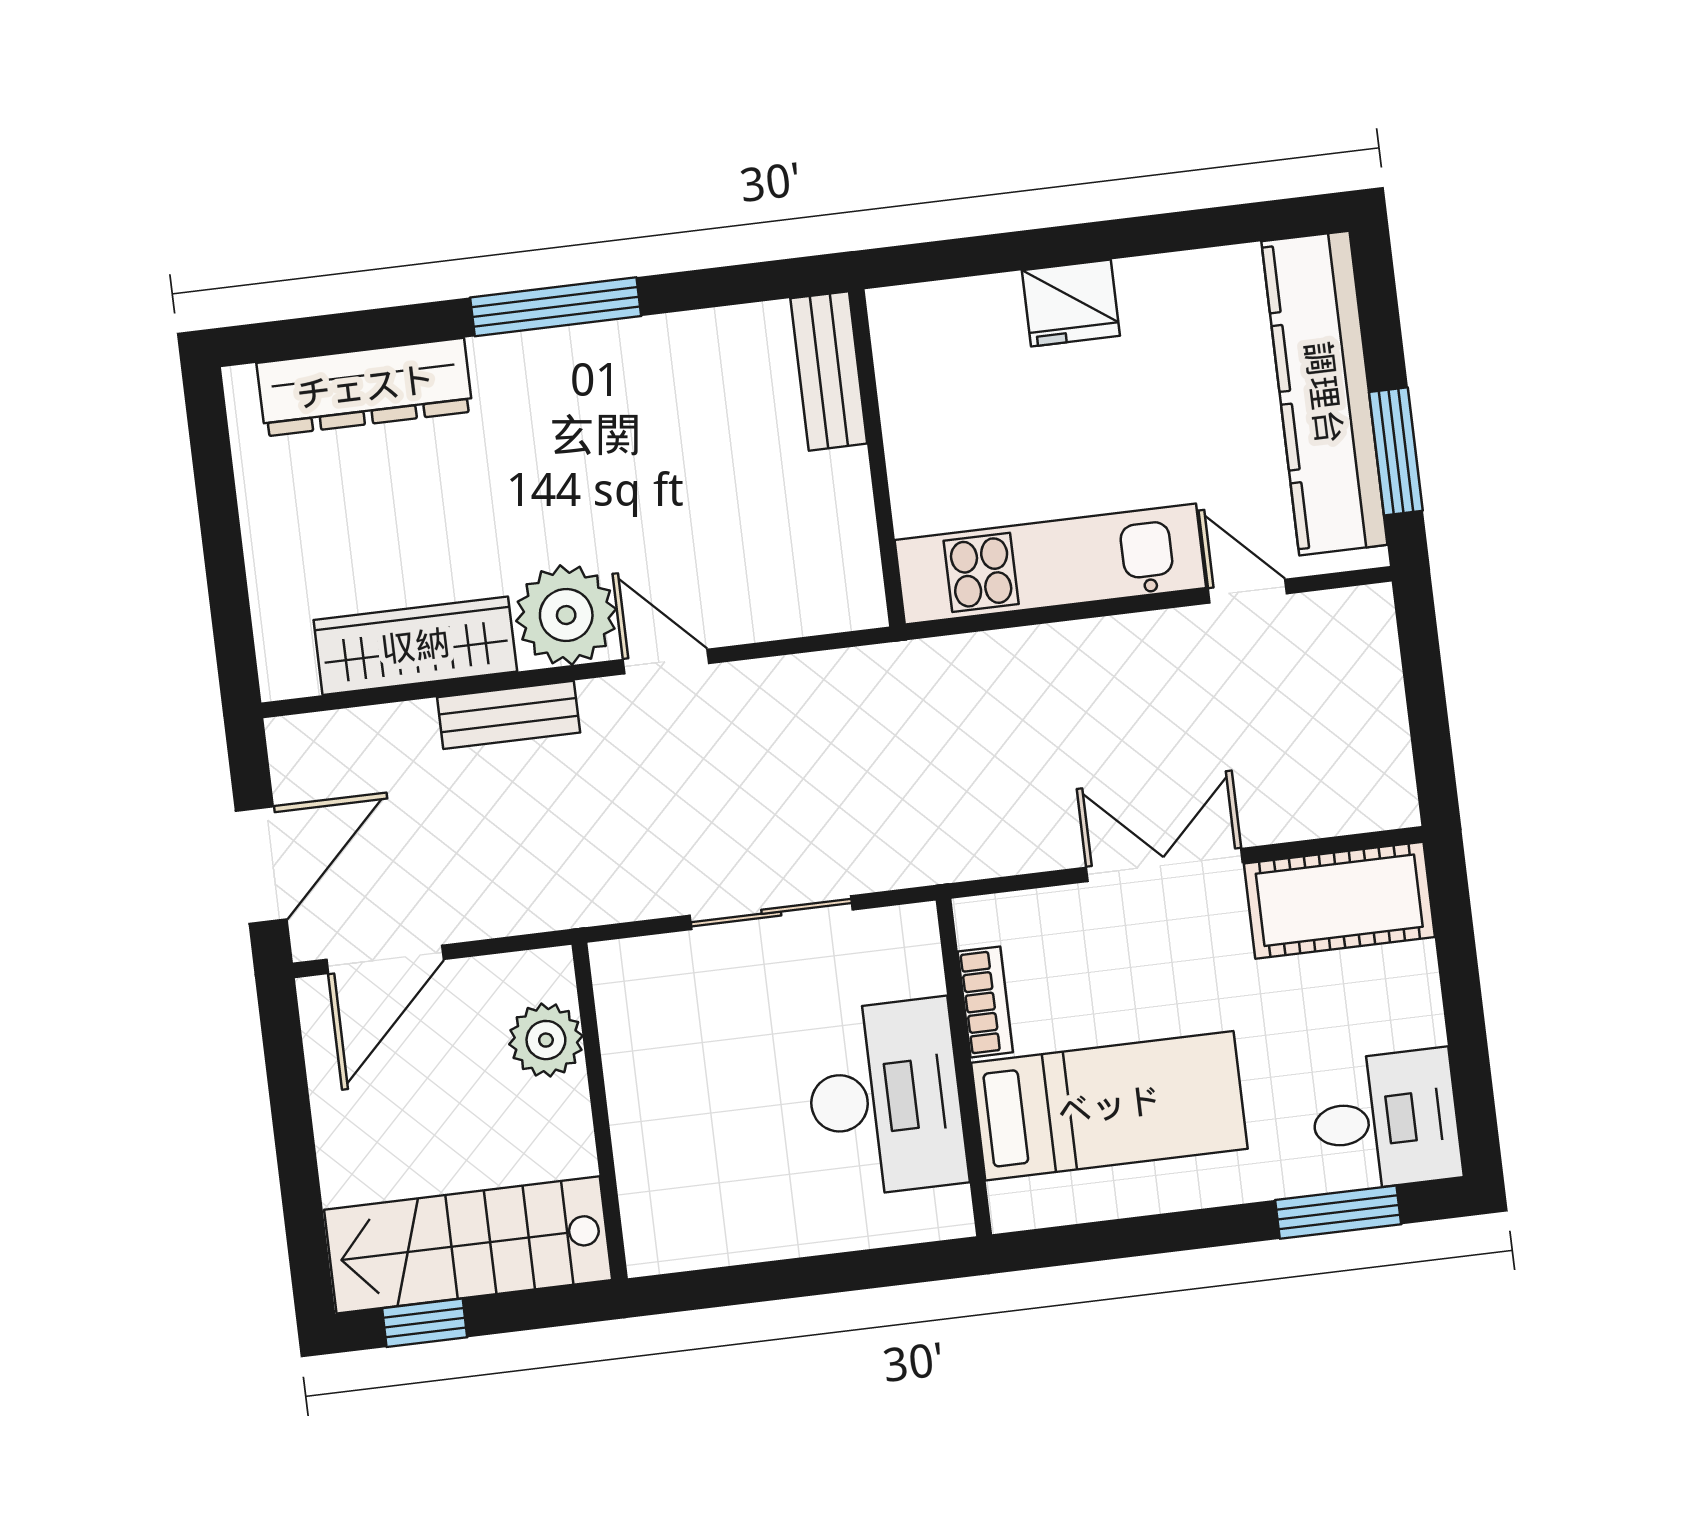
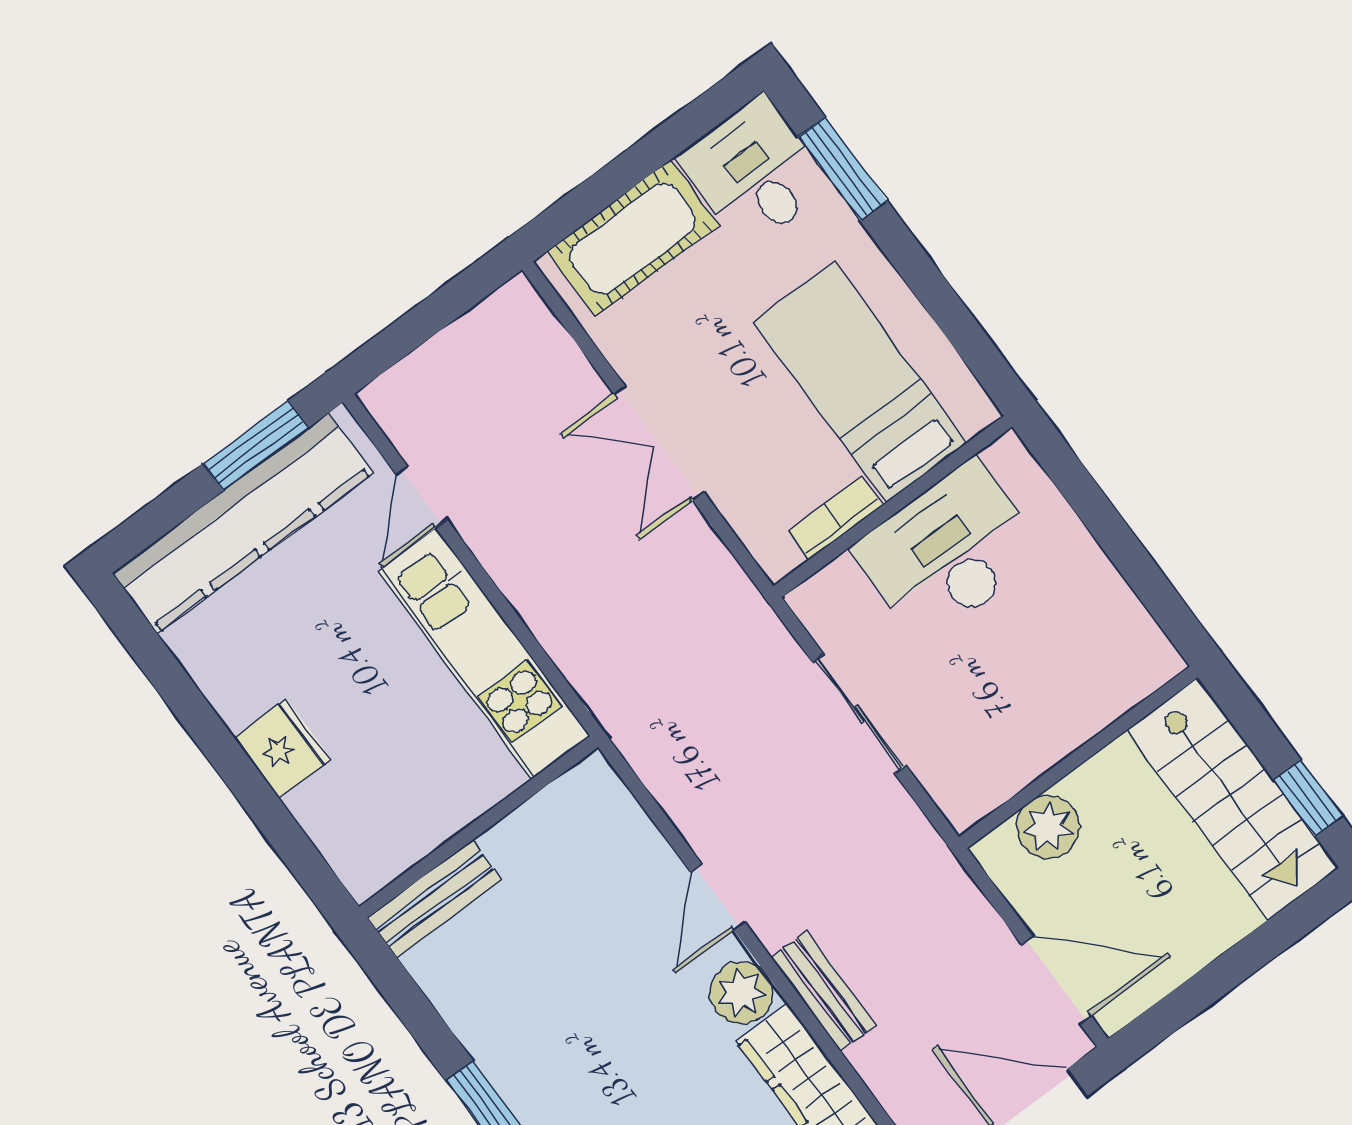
plant: (566, 615) -> (741, 993), width x0.73, depth x0.73
cot: (1339, 900) -> (633, 238), moved, turned 90

